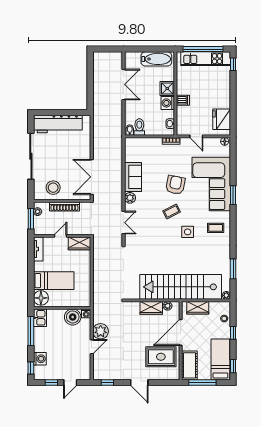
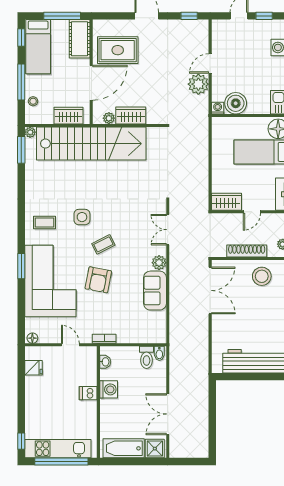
shower: (167, 89) -> (155, 449), moved
fridge: (222, 119) -> (34, 368), width x0.53, depth x0.75
window: (233, 269) -> (21, 150), moved
window: (233, 333) -> (21, 82), width x2.17

